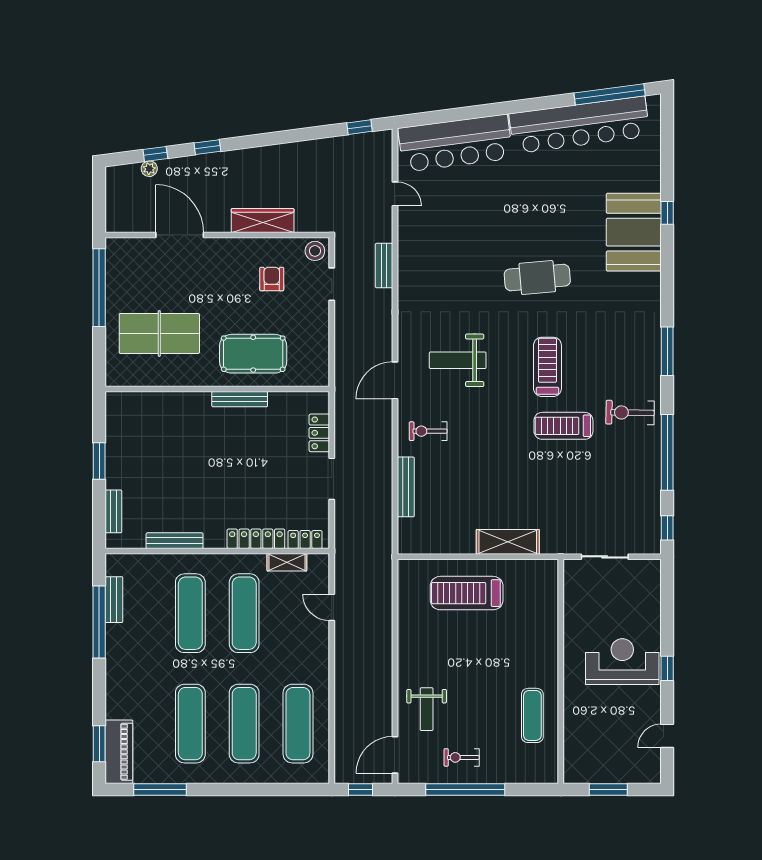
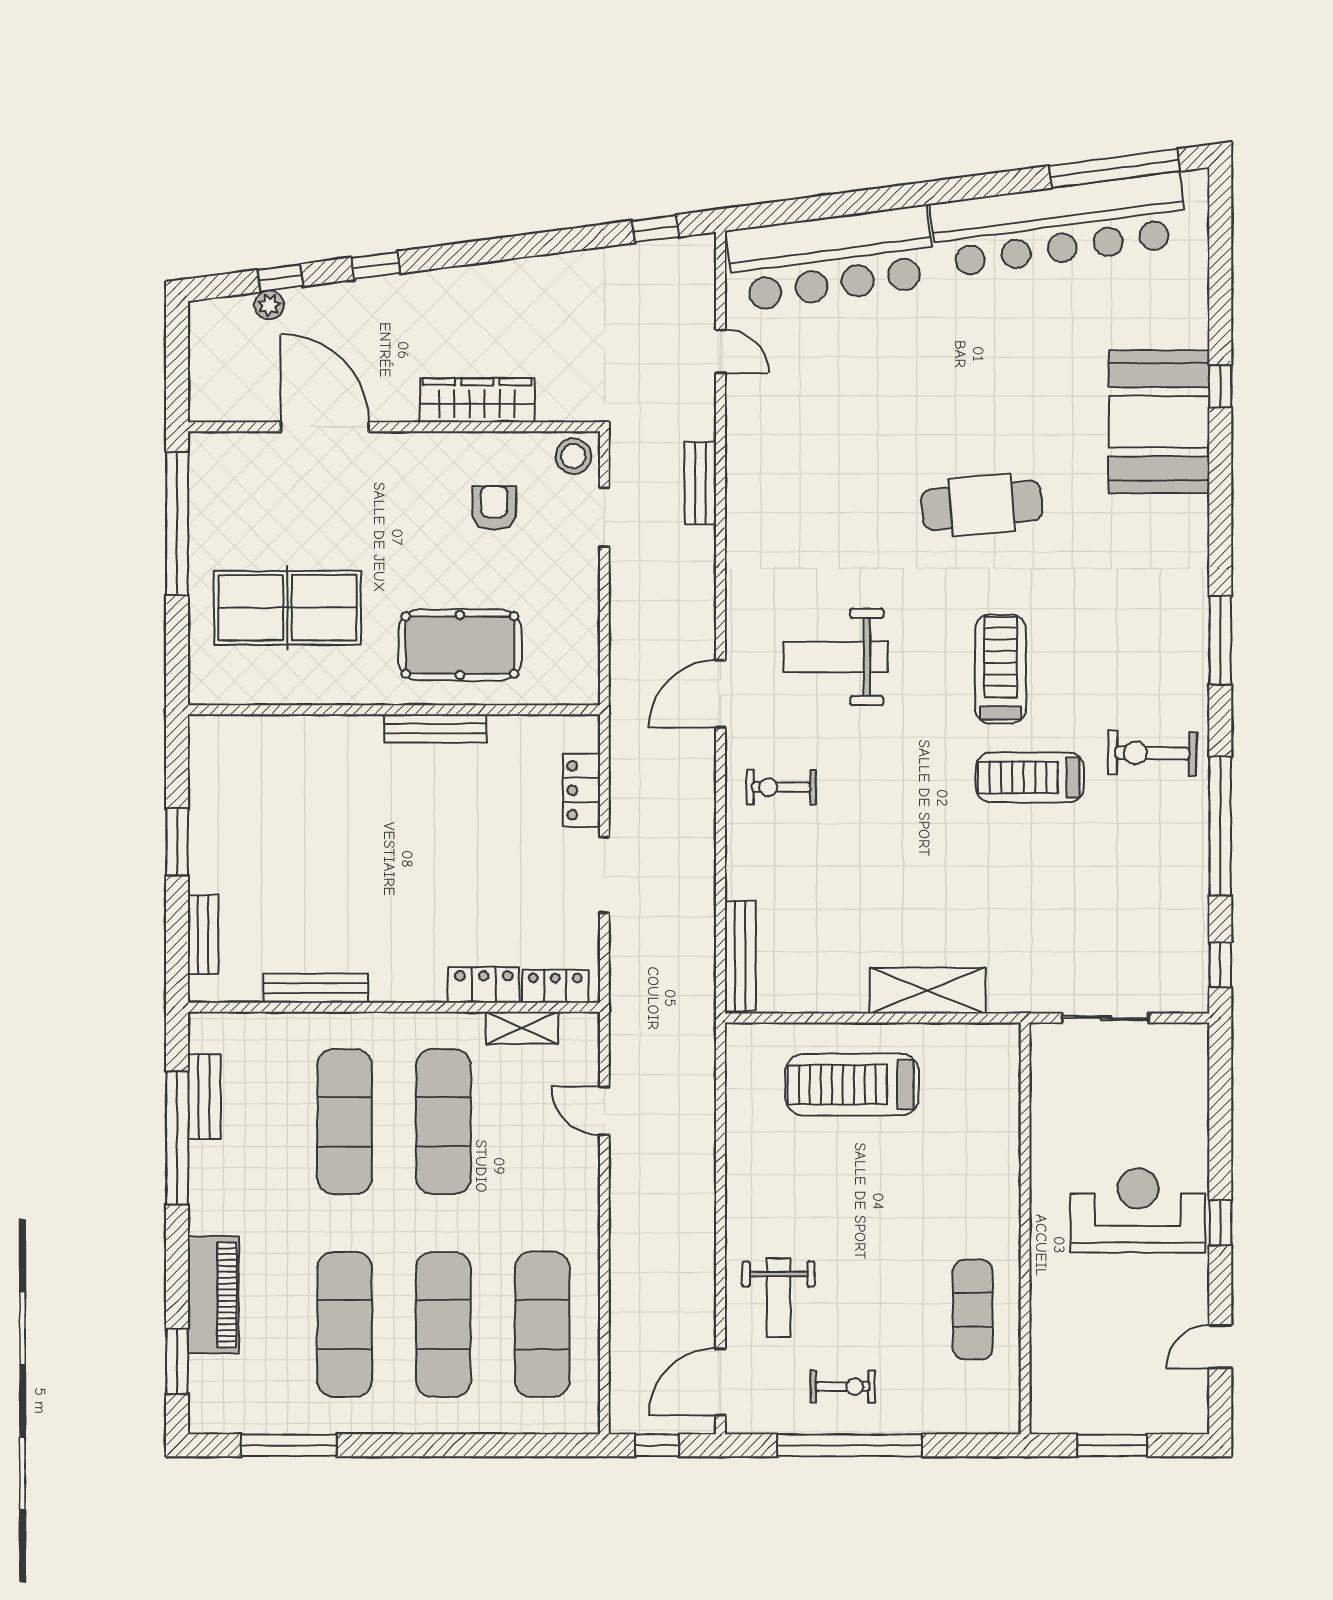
bench: (406, 487) -> (740, 956), moved
locker: (256, 539) -> (484, 985), width x0.66
piano: (119, 752) -> (213, 1295), moved
exercise bike: (462, 757) -> (843, 1387), turned 180

